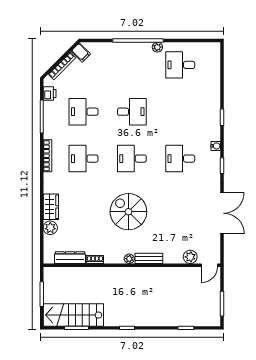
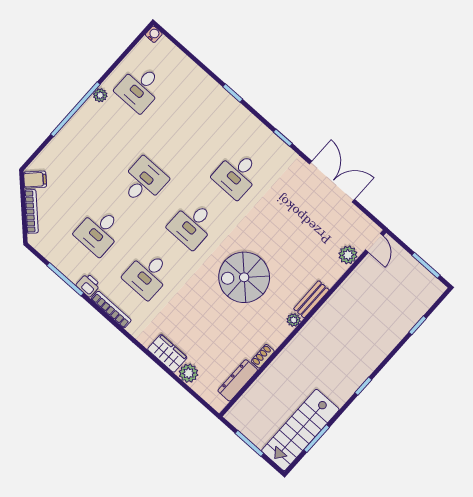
printer: (50, 94) -> (88, 285), moved
water cooler: (216, 146) -> (154, 34), moved

